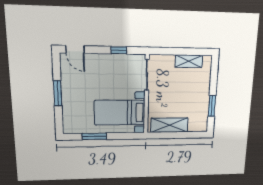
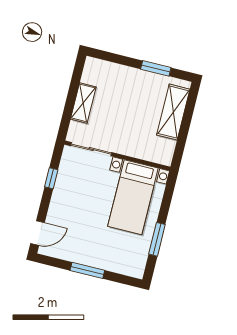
shelving: (189, 61) -> (83, 103), moved
shelving: (169, 125) -> (173, 112), moved

